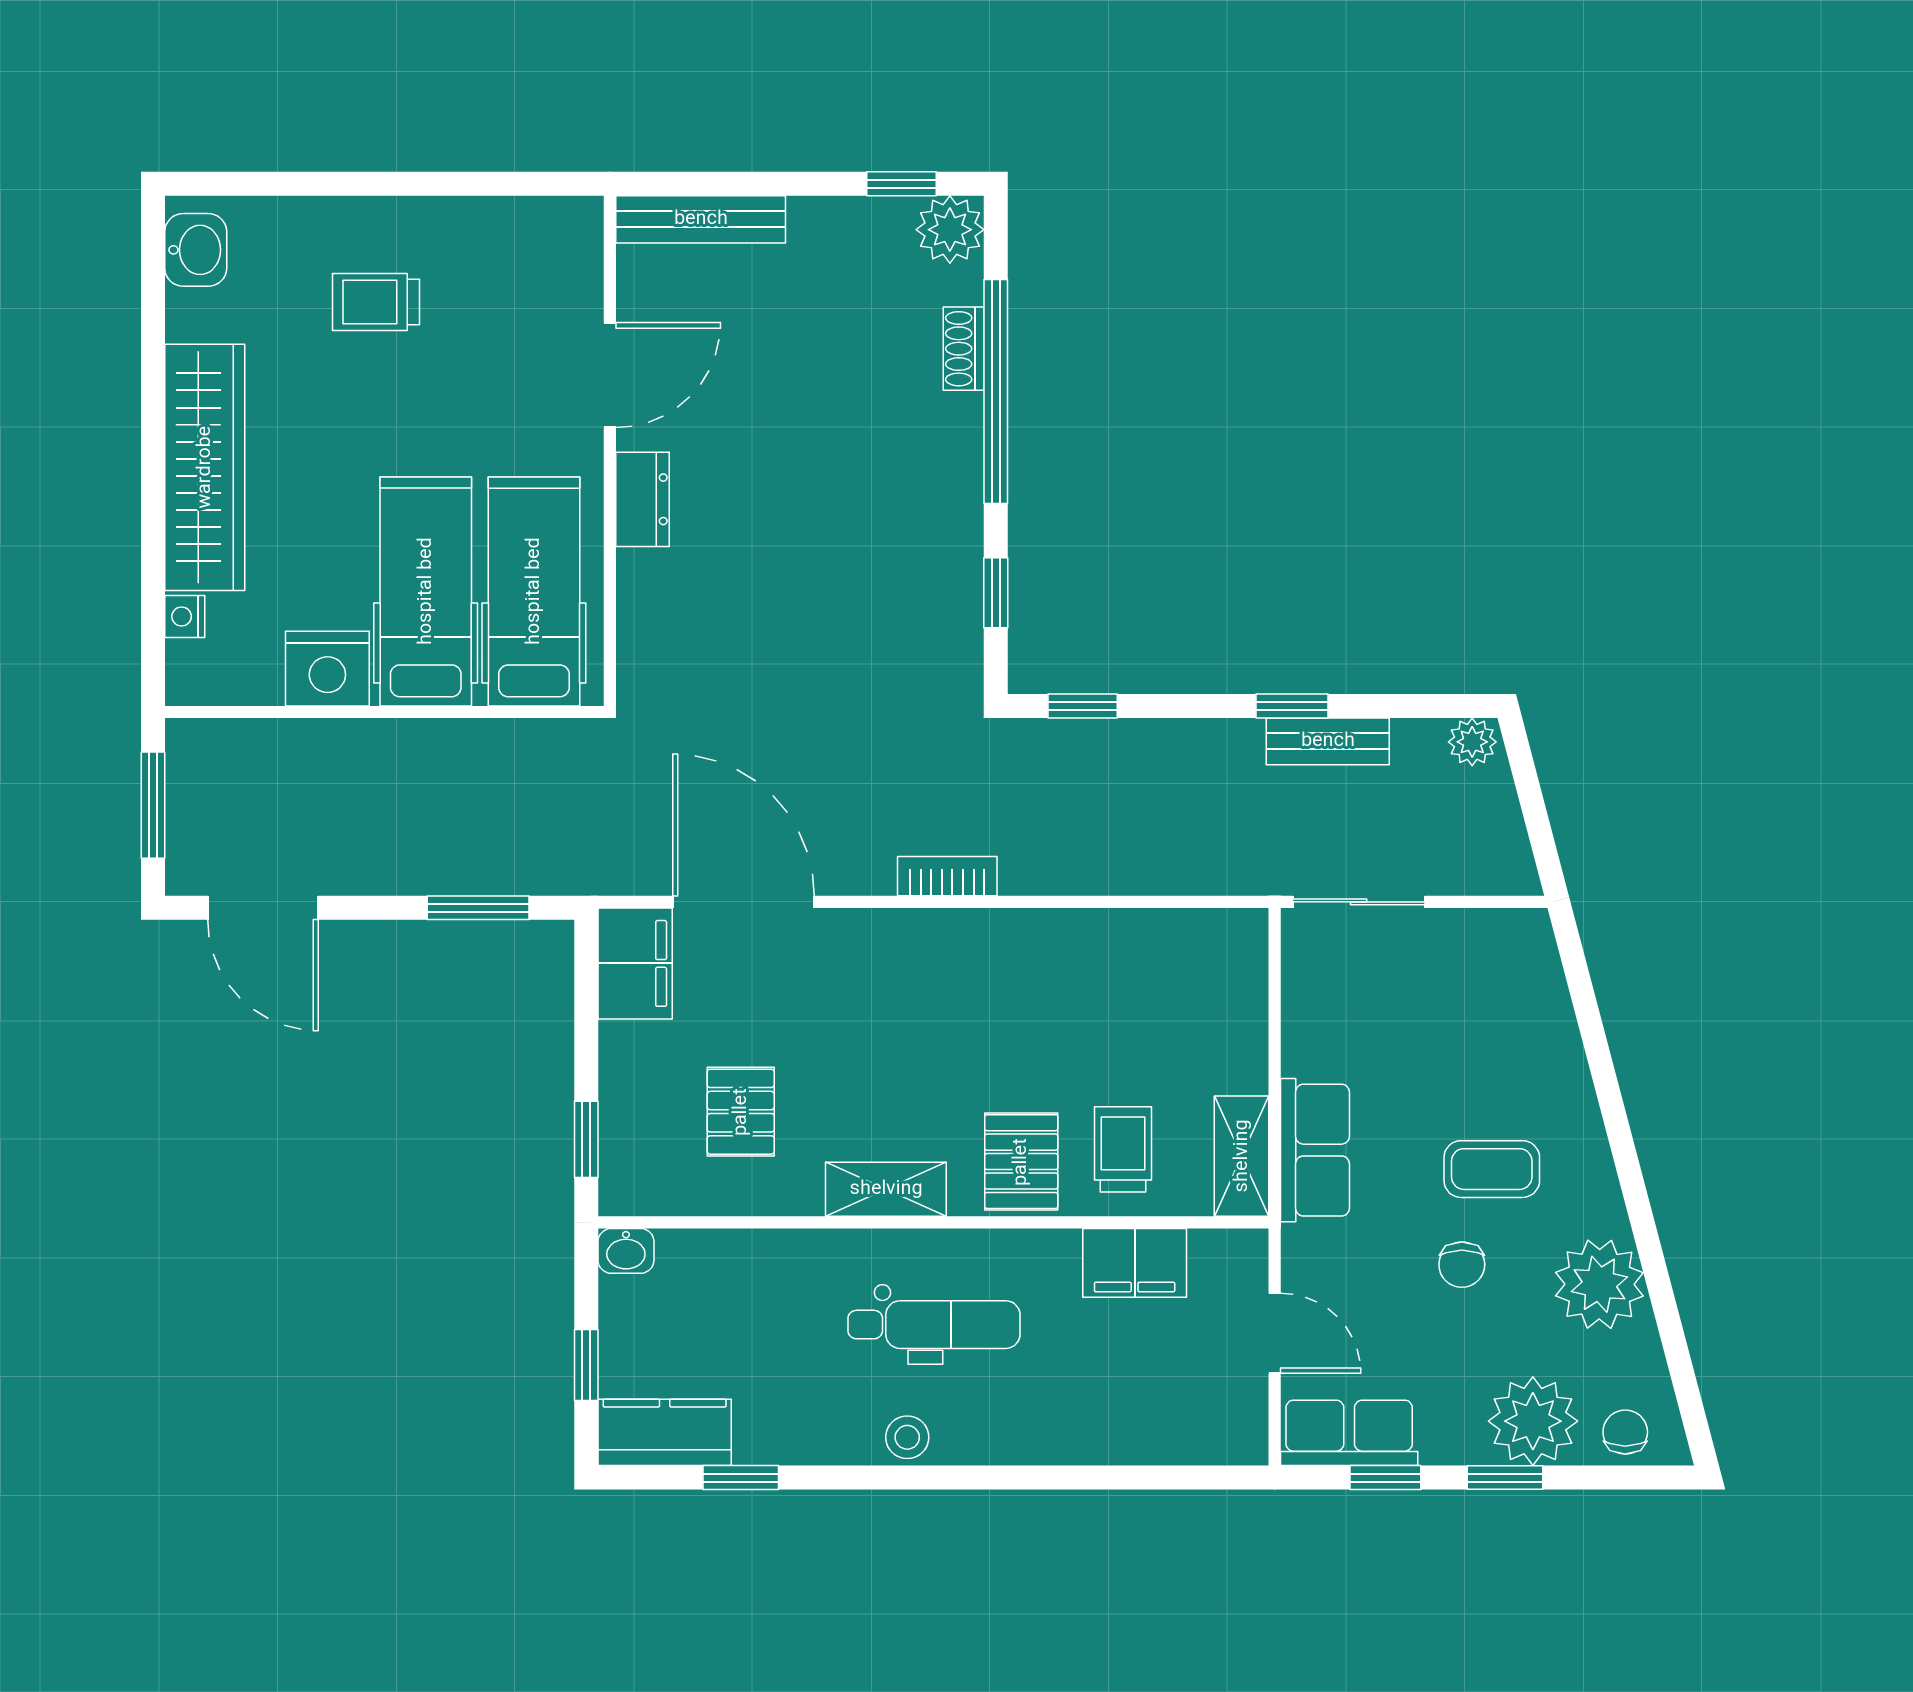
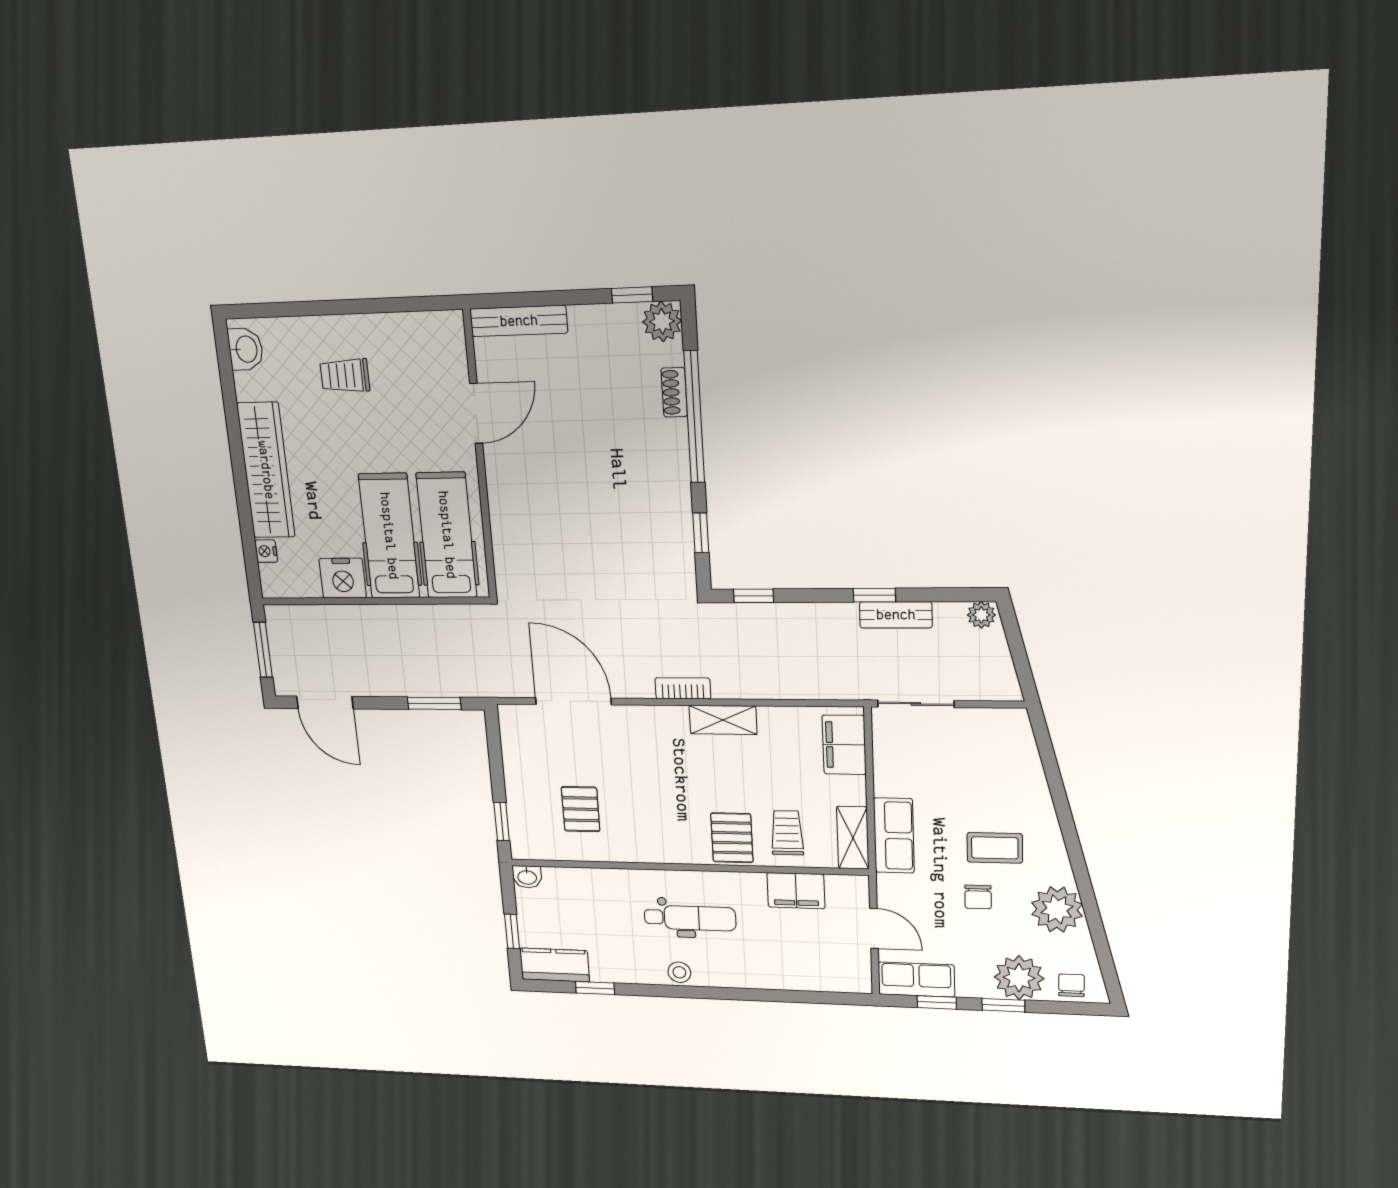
dresser: (642, 499) -> (500, 483), removed
filing cabinet: (635, 963) -> (844, 745), moved, turned 180
shelving: (886, 1189) -> (723, 720), moved

